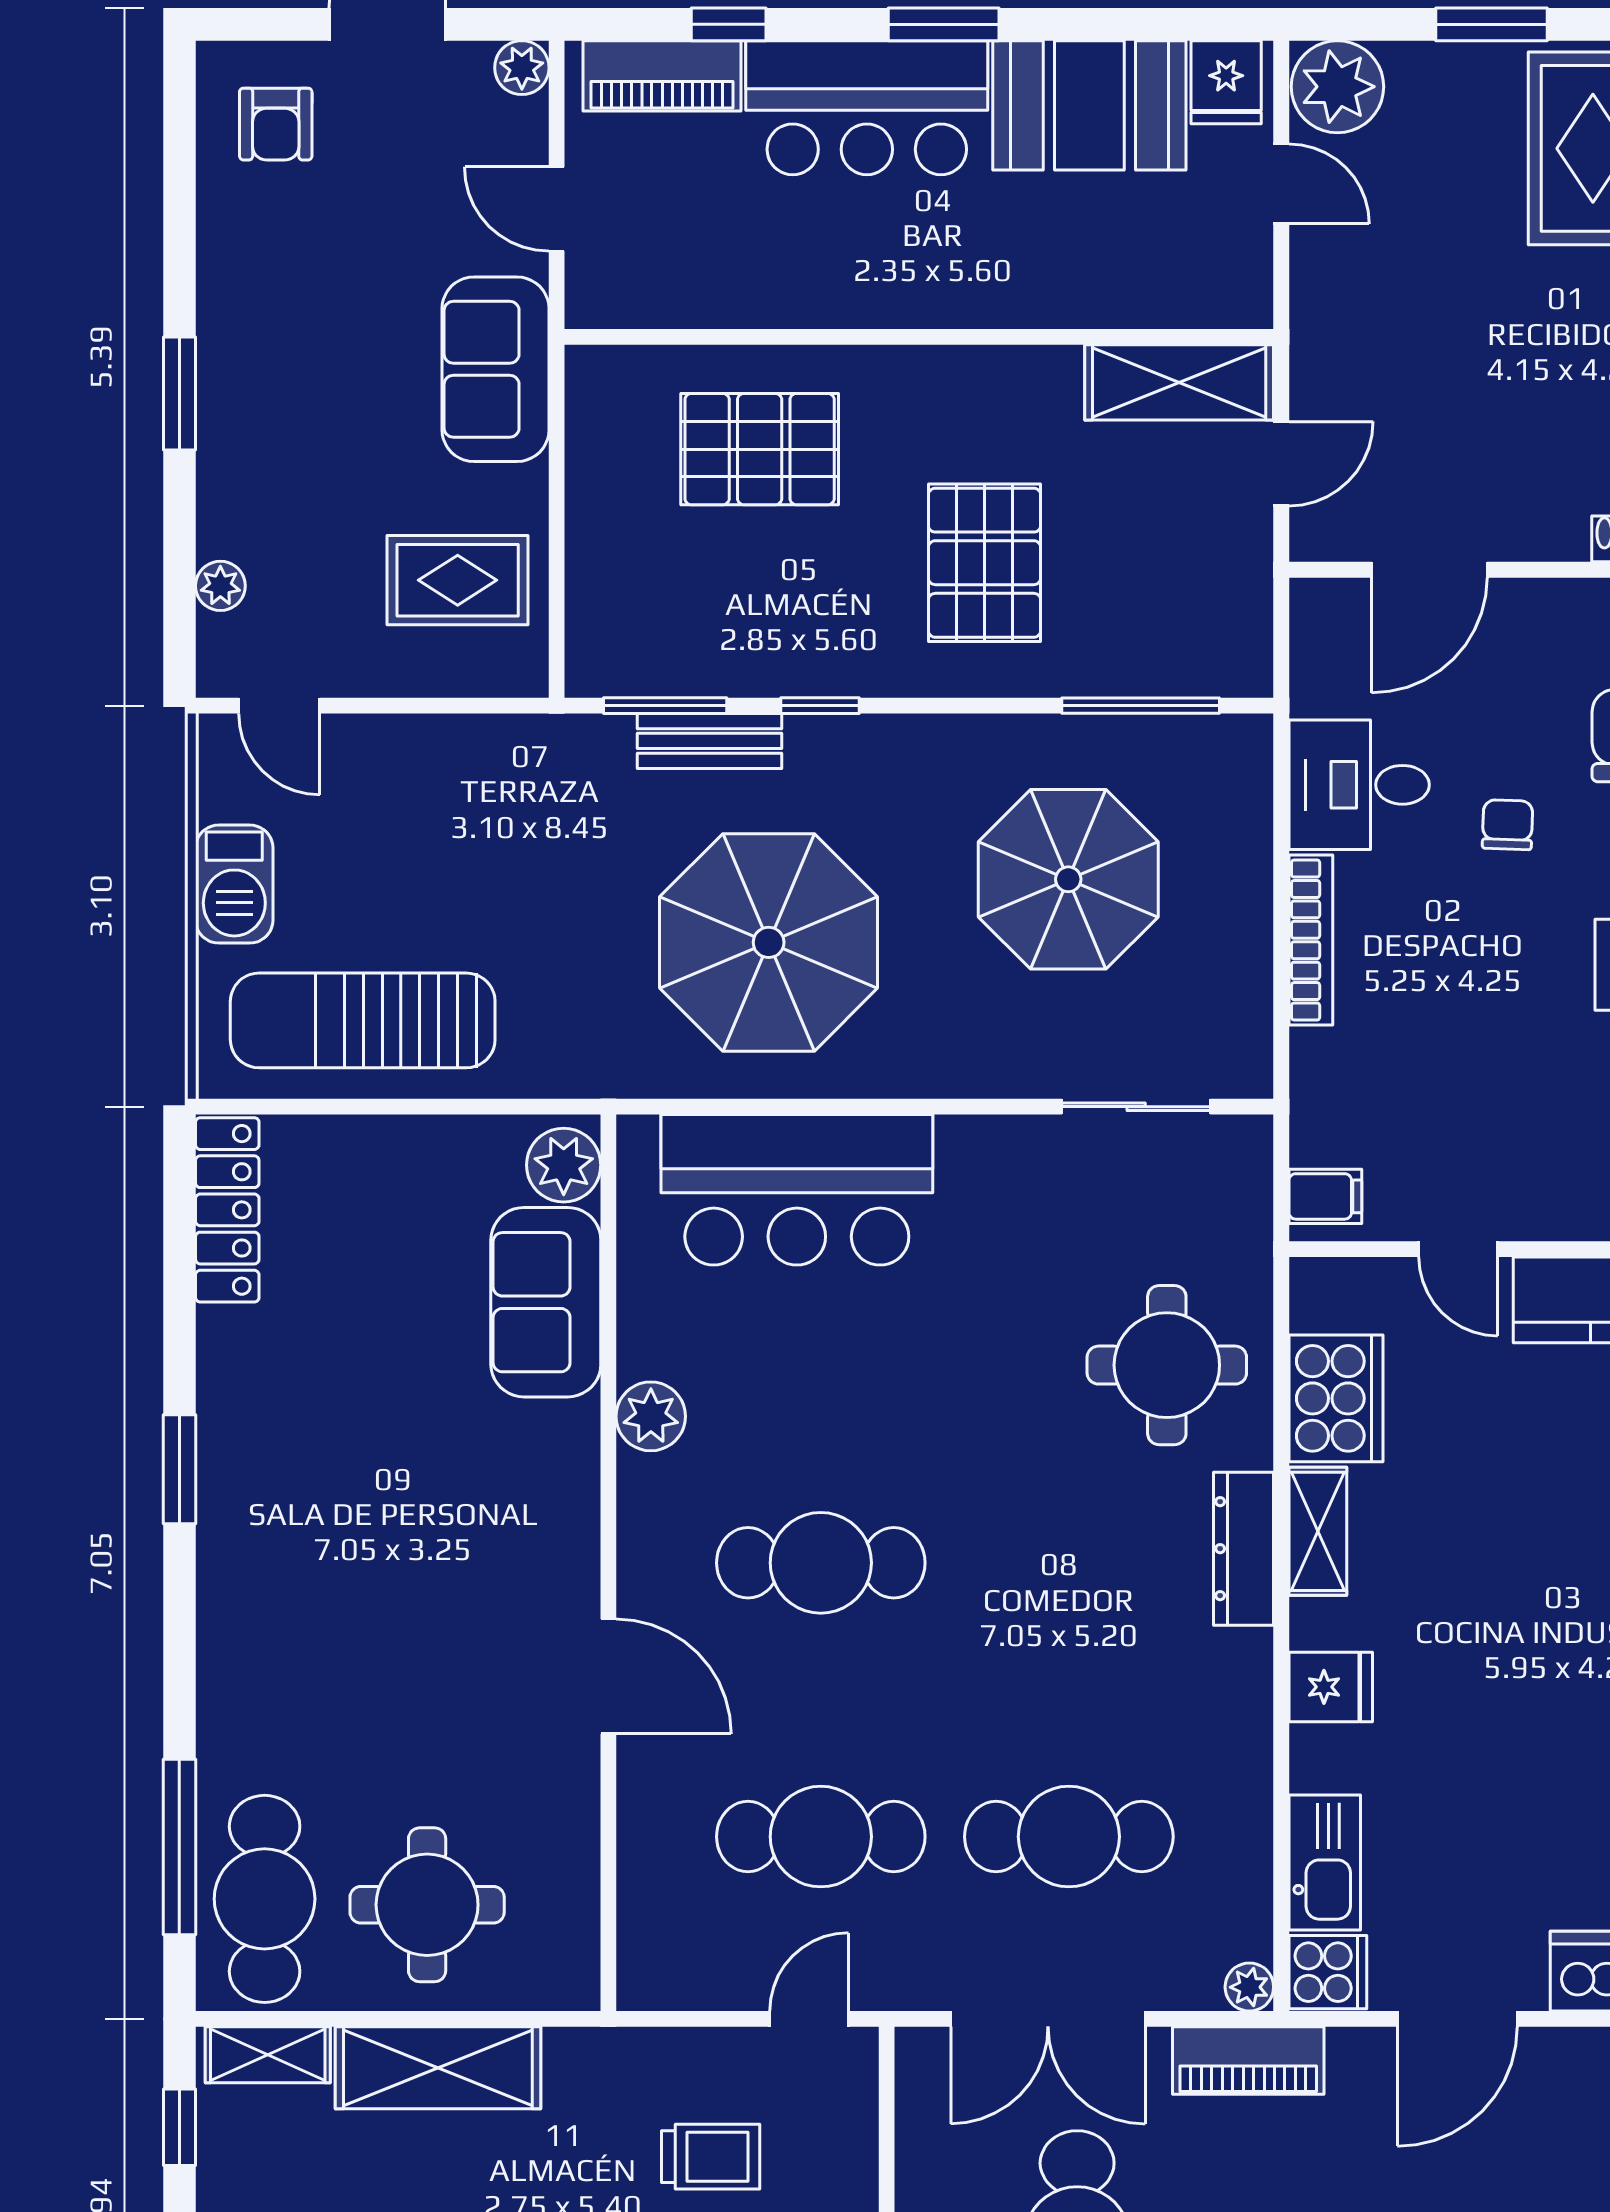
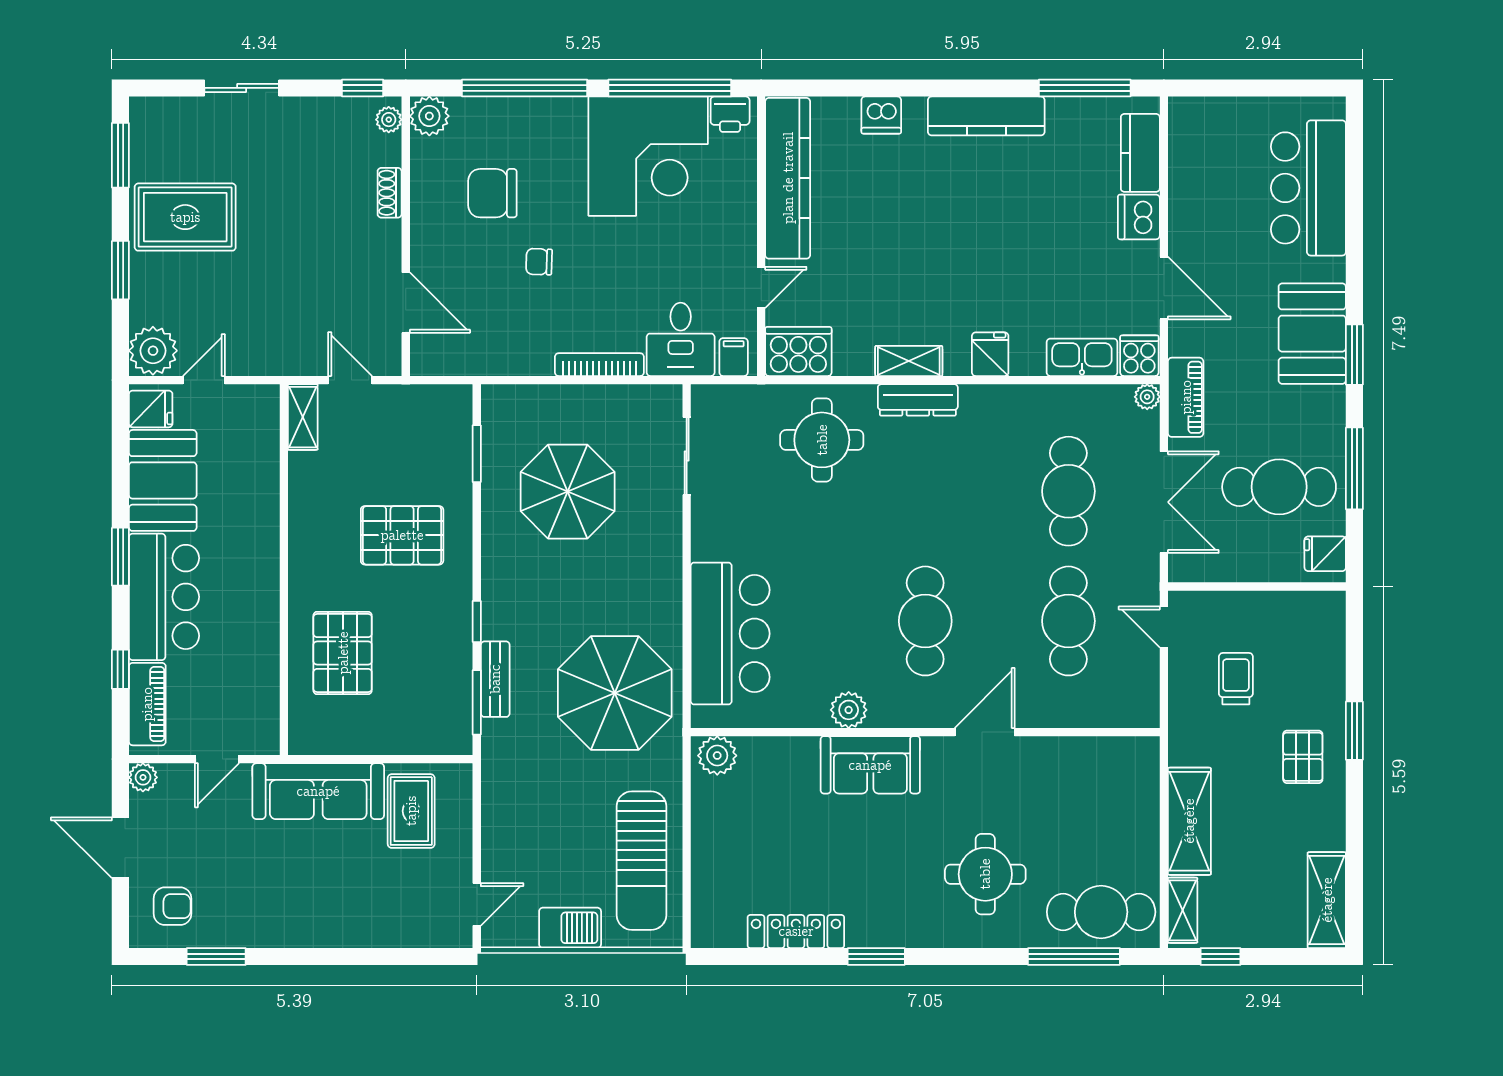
sofa: (495, 369) -> (318, 791), width x1.36
shelving: (1179, 382) -> (303, 417), width x0.67, depth x0.75
window: (179, 394) -> (216, 956), moved
plant: (220, 586) -> (414, 935), removed
window: (1141, 706) -> (477, 454), width x0.69
desk: (1359, 785) -> (681, 339), moved
parasol: (769, 942) -> (615, 693), moved
locker: (227, 1210) -> (796, 931), moved
sofa: (546, 1302) -> (870, 765), moved
cooker: (1336, 1398) -> (798, 351), moved
round table: (427, 1905) -> (985, 874), moved

